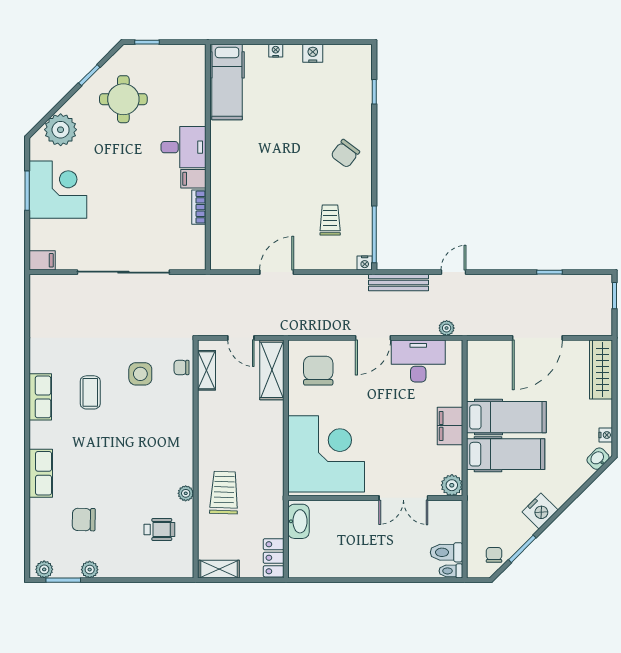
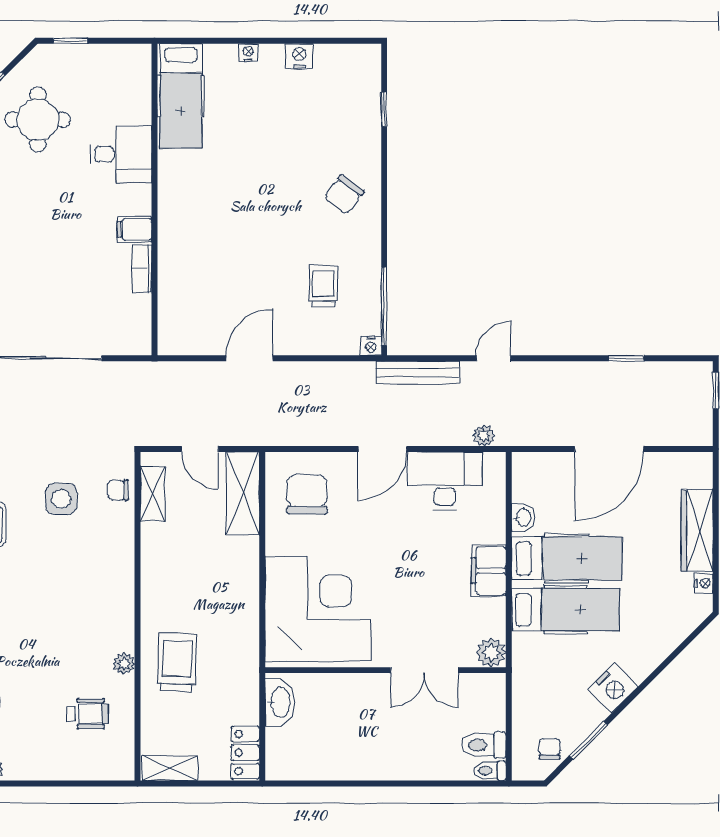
desk: (184, 147) -> (121, 154), moved
wardrobe: (601, 369) -> (697, 530), moved
washbasin: (598, 459) -> (523, 517), moved, turned 135

